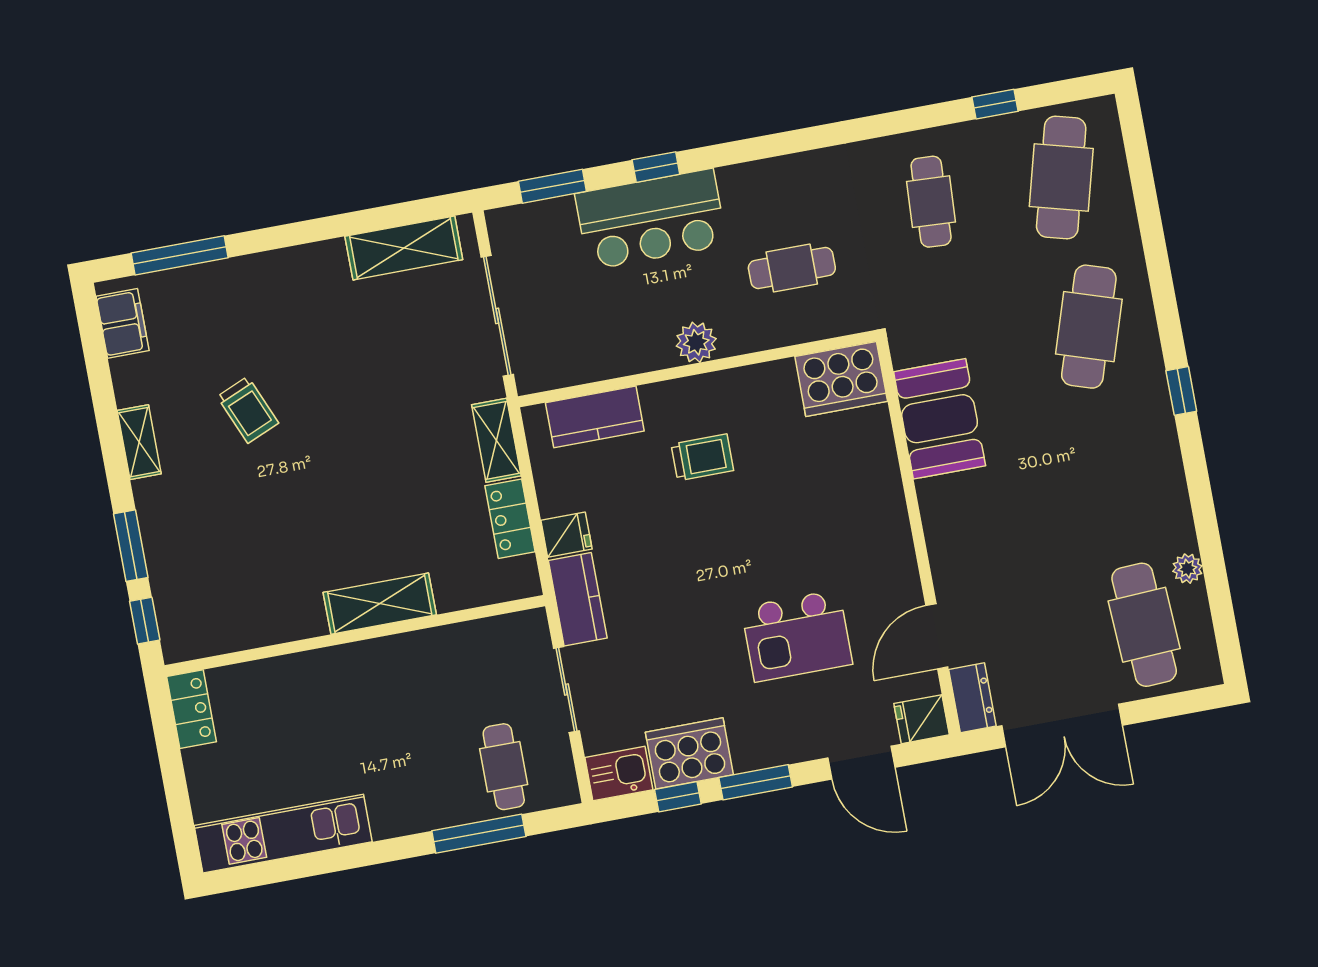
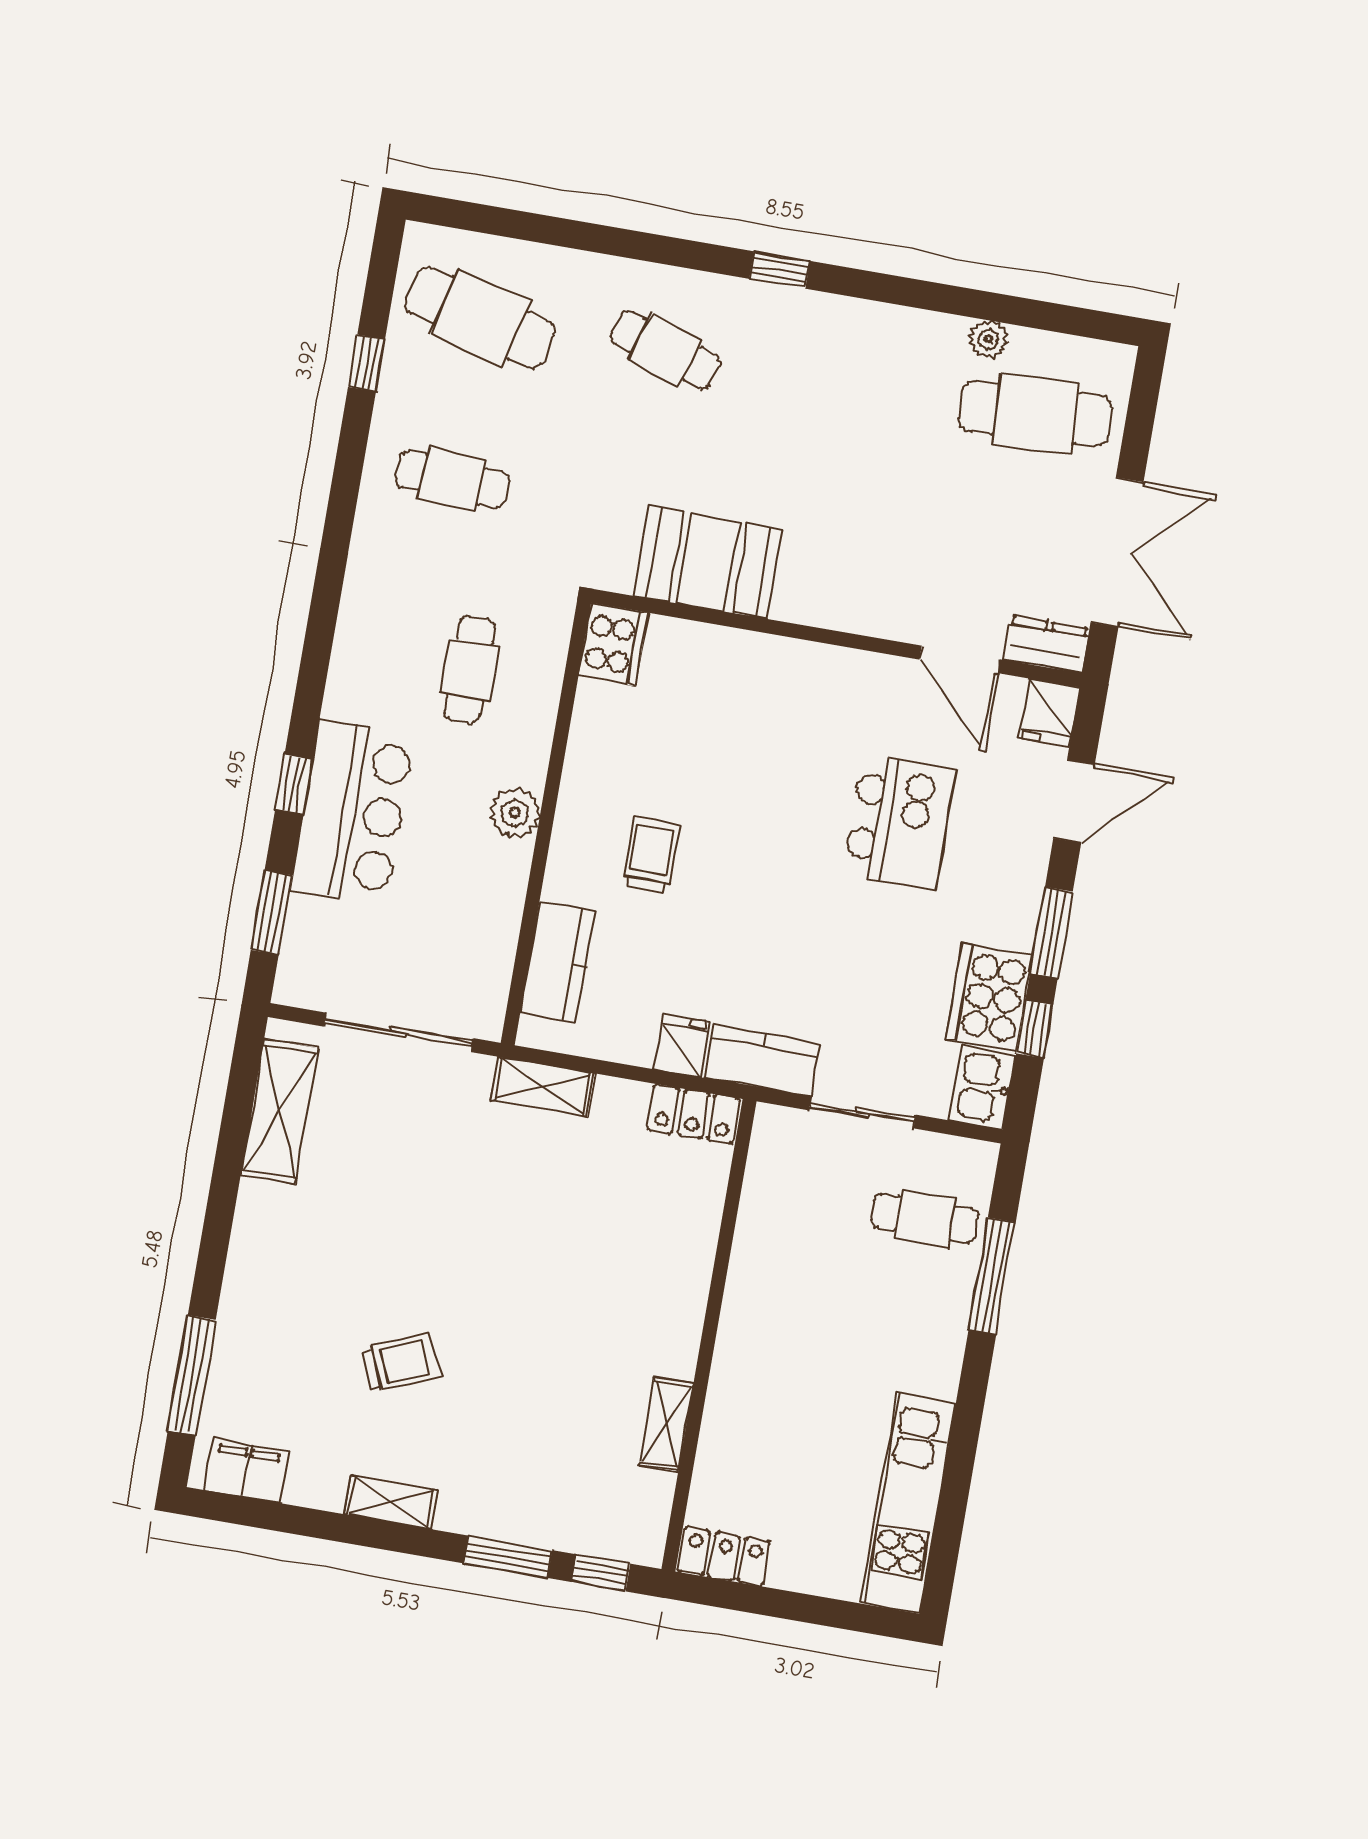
cafe table: (1089, 327) -> (665, 350), width x0.73, depth x0.74
cooker: (841, 379) -> (613, 645), width x0.73, depth x0.76
locker: (510, 519) -> (693, 1114), moved
shelving: (380, 604) -> (666, 1424), moved, width x0.67, depth x0.75

